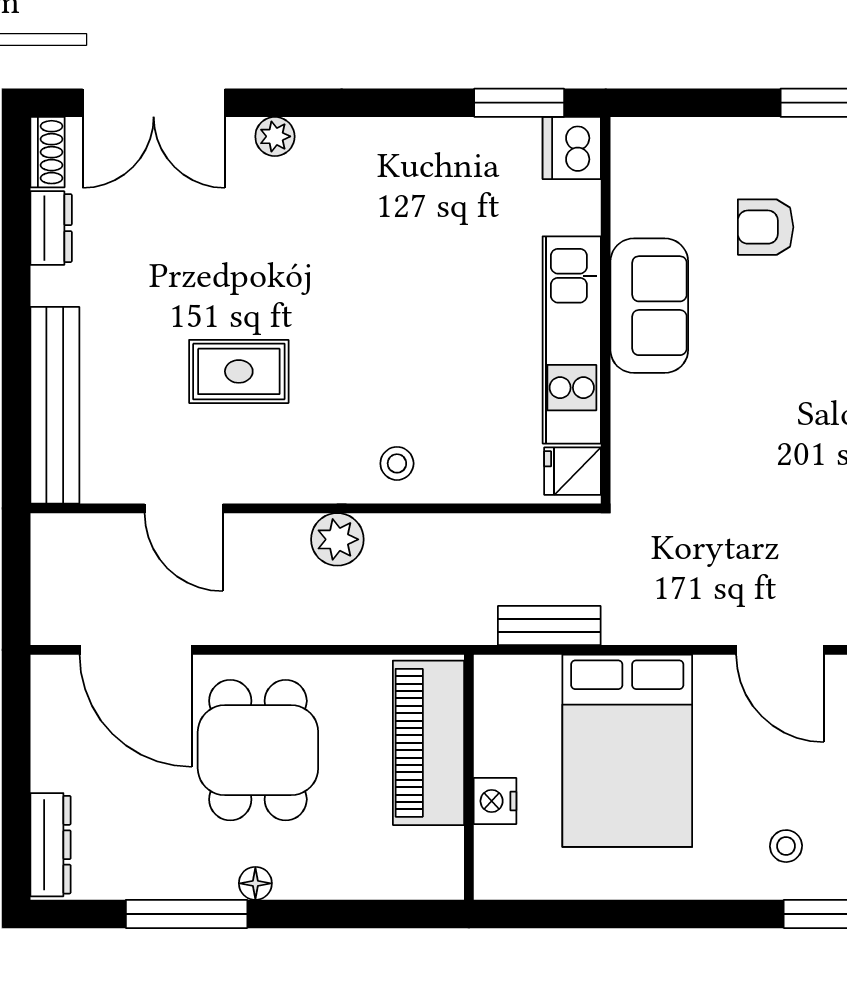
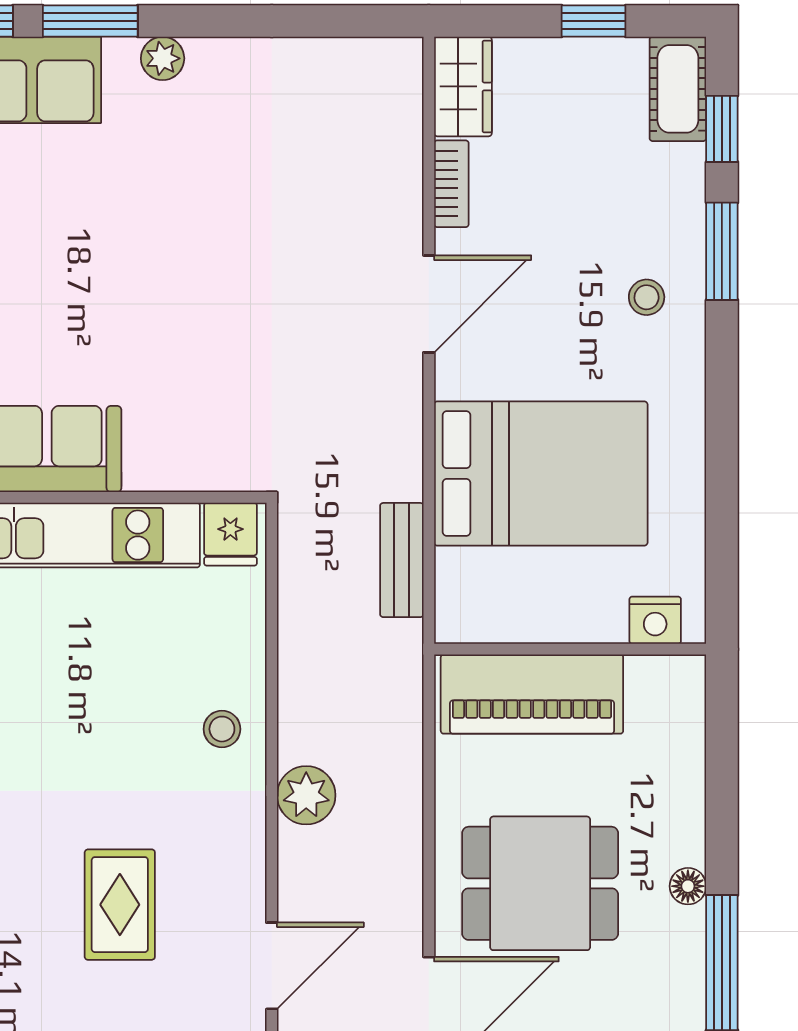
nightstand: (495, 801) -> (655, 620), moved

